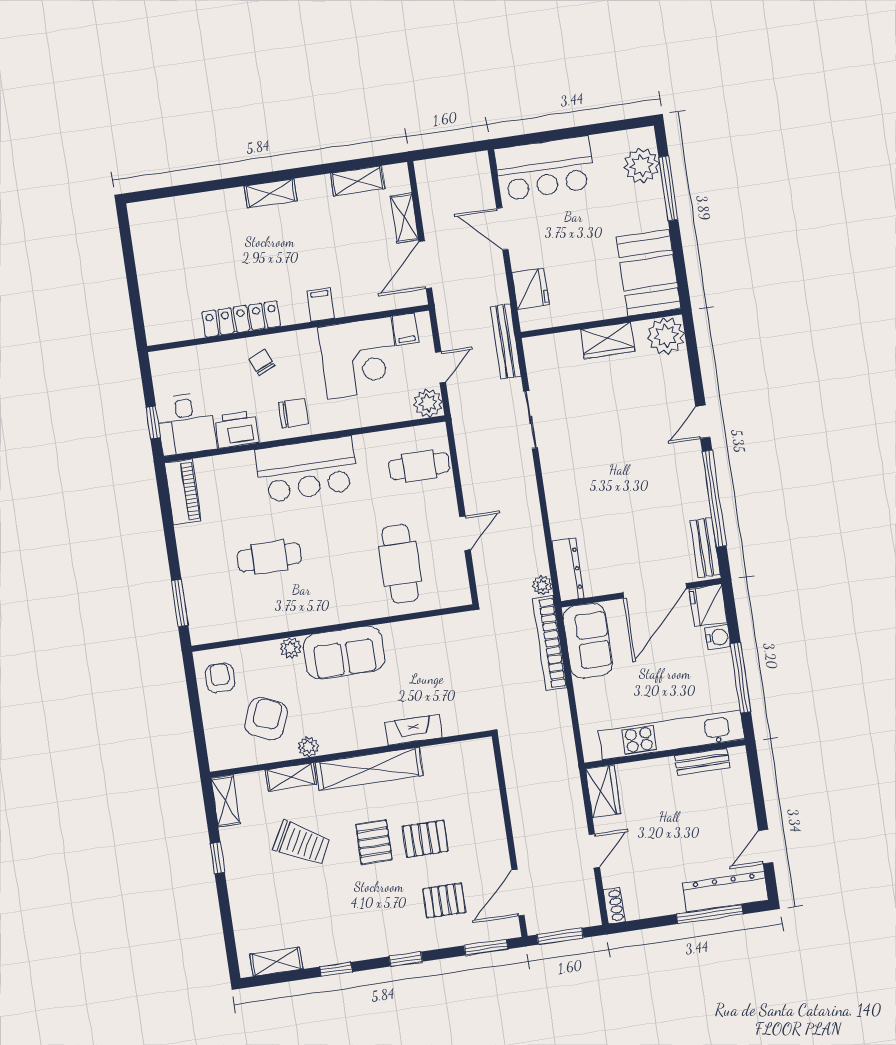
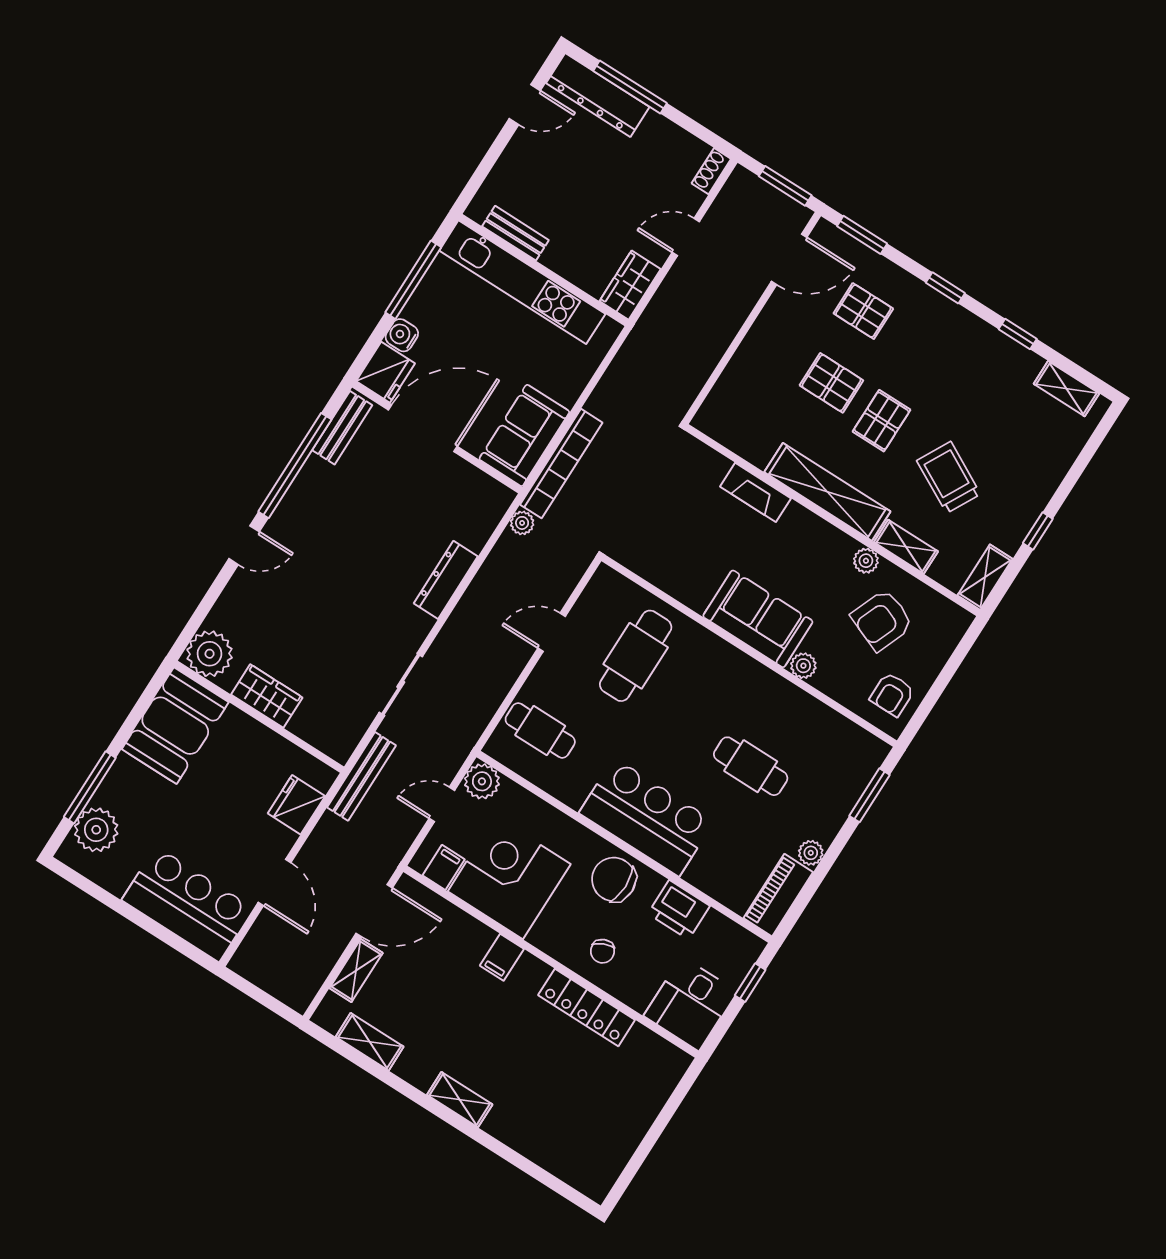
chair: (293, 413) -> (614, 879), width x1.37, depth x1.37
desk: (186, 424) -> (690, 1004), moved, turned 180
plant: (185, 536) -> (811, 853), added
dresser: (568, 570) -> (446, 580), moved

